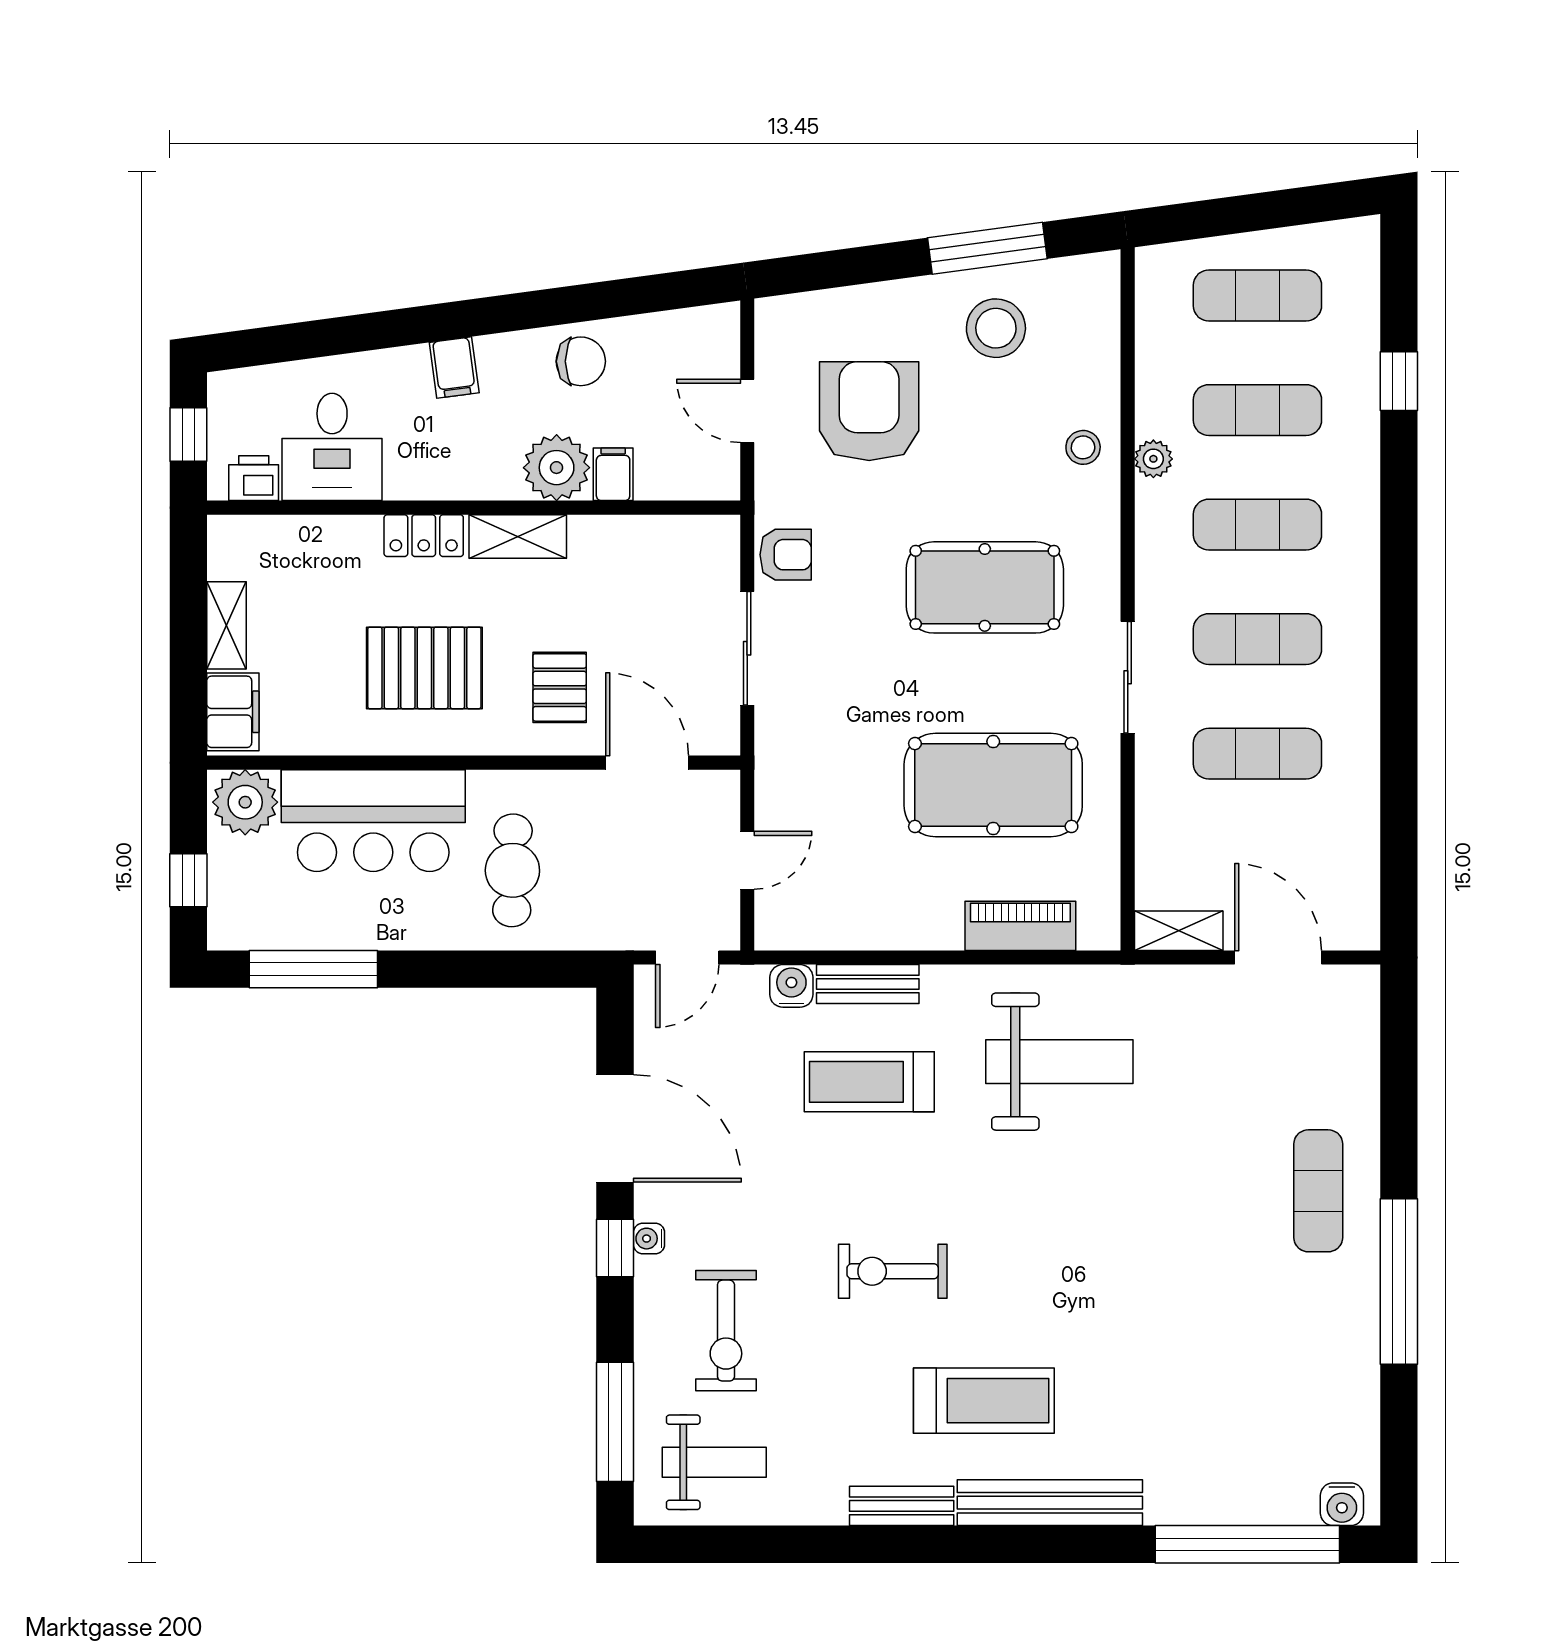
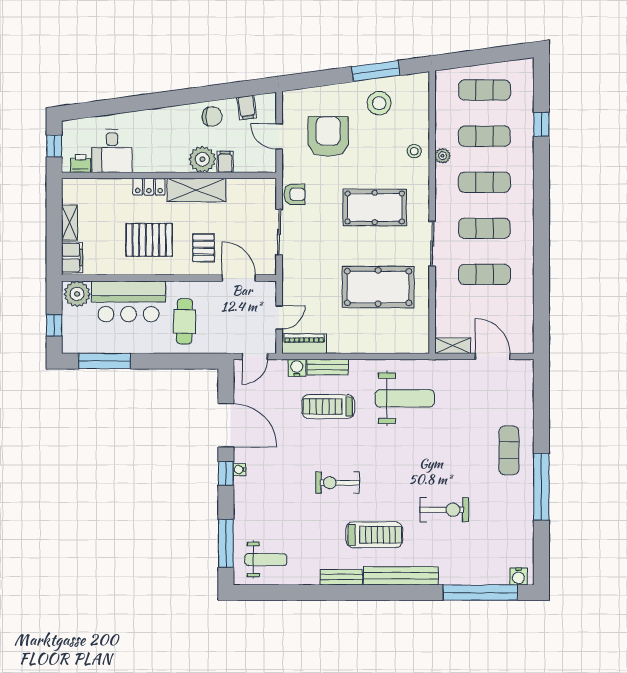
filing cabinet: (454, 368) -> (247, 107), moved
shelving: (518, 536) -> (196, 190), width x1.50, depth x1.33
piano: (1020, 926) -> (304, 344), moved
exercise bike: (726, 1331) -> (444, 510), moved, turned -90

